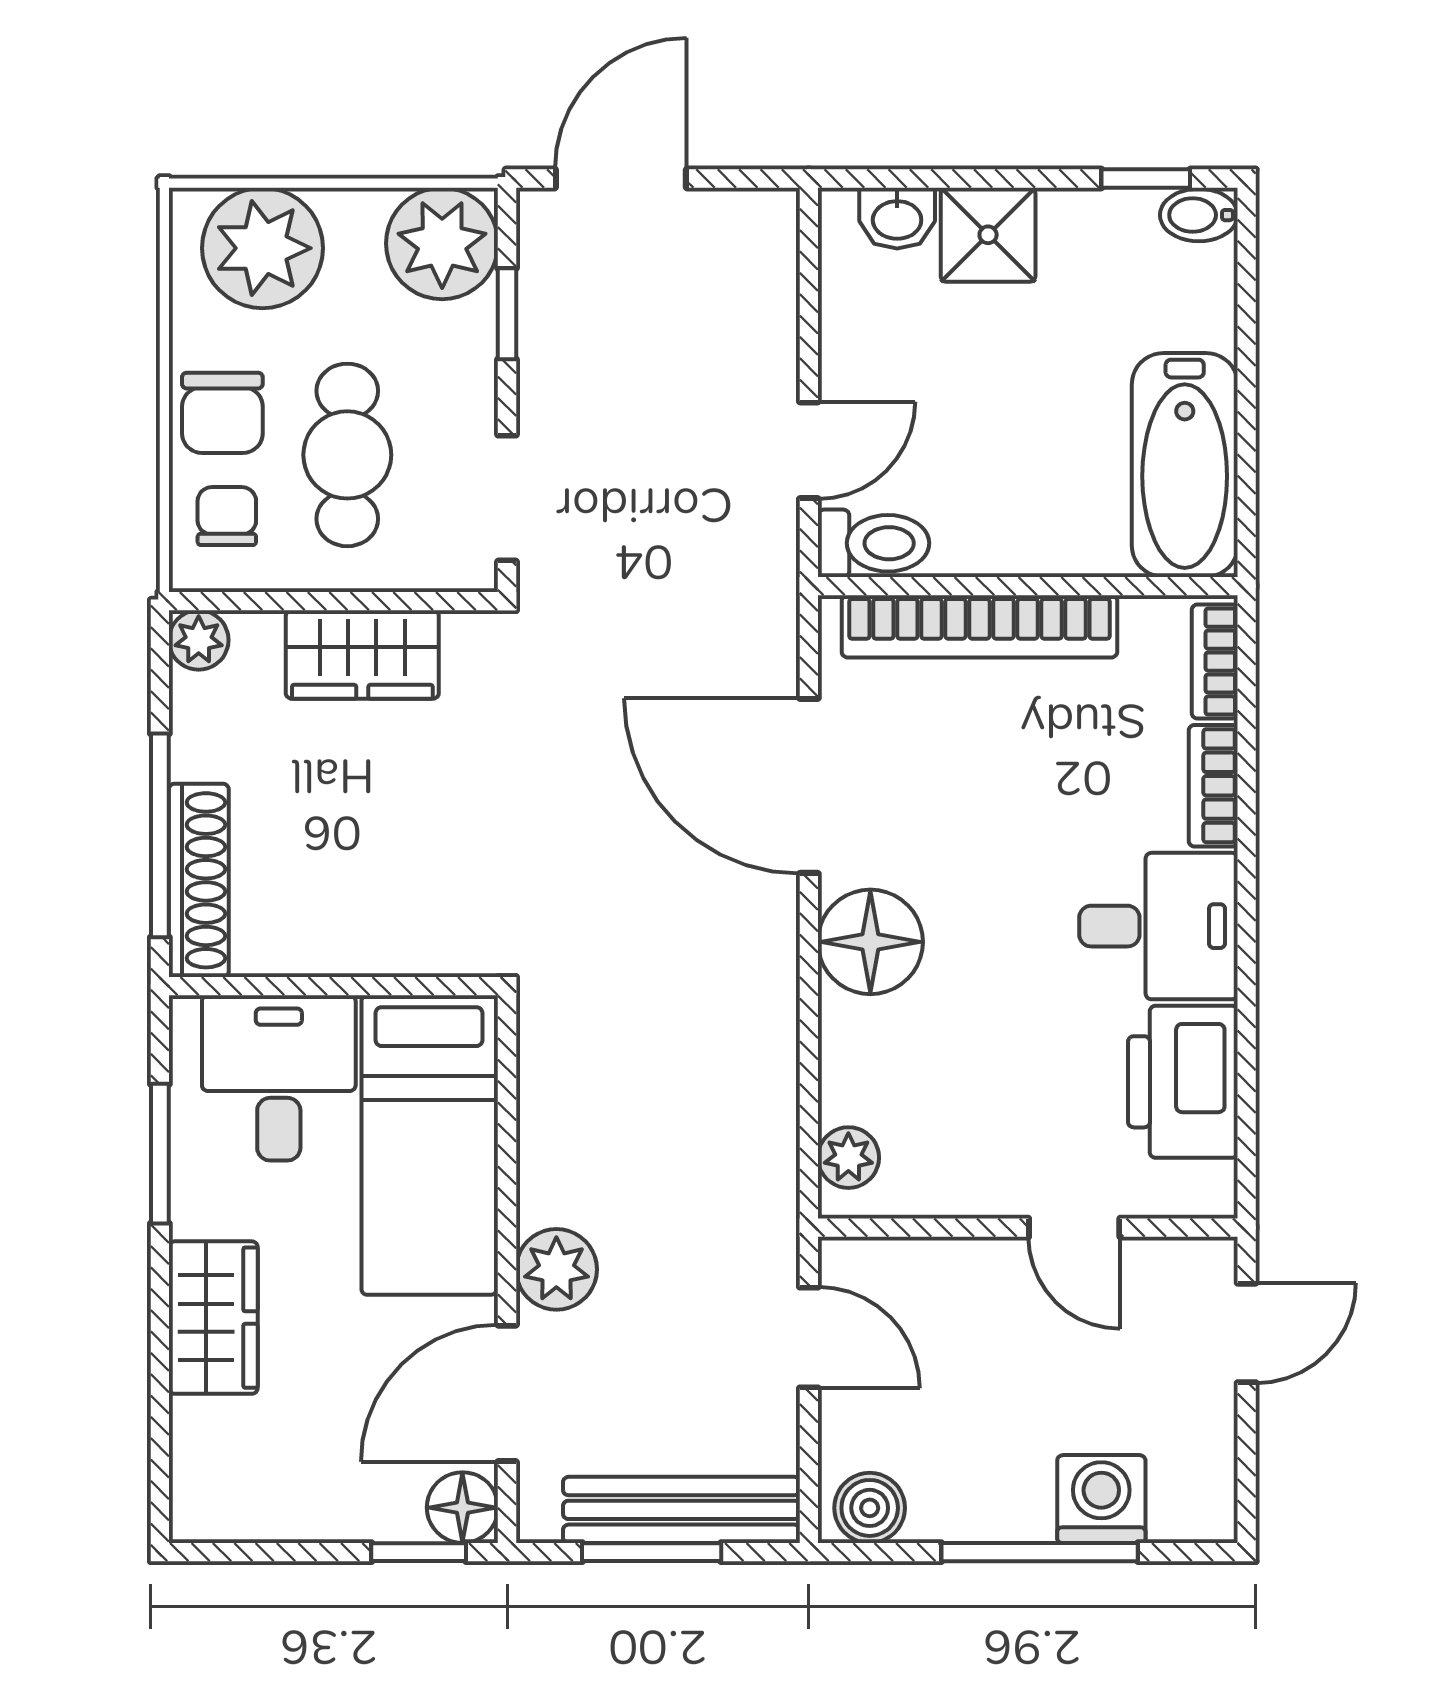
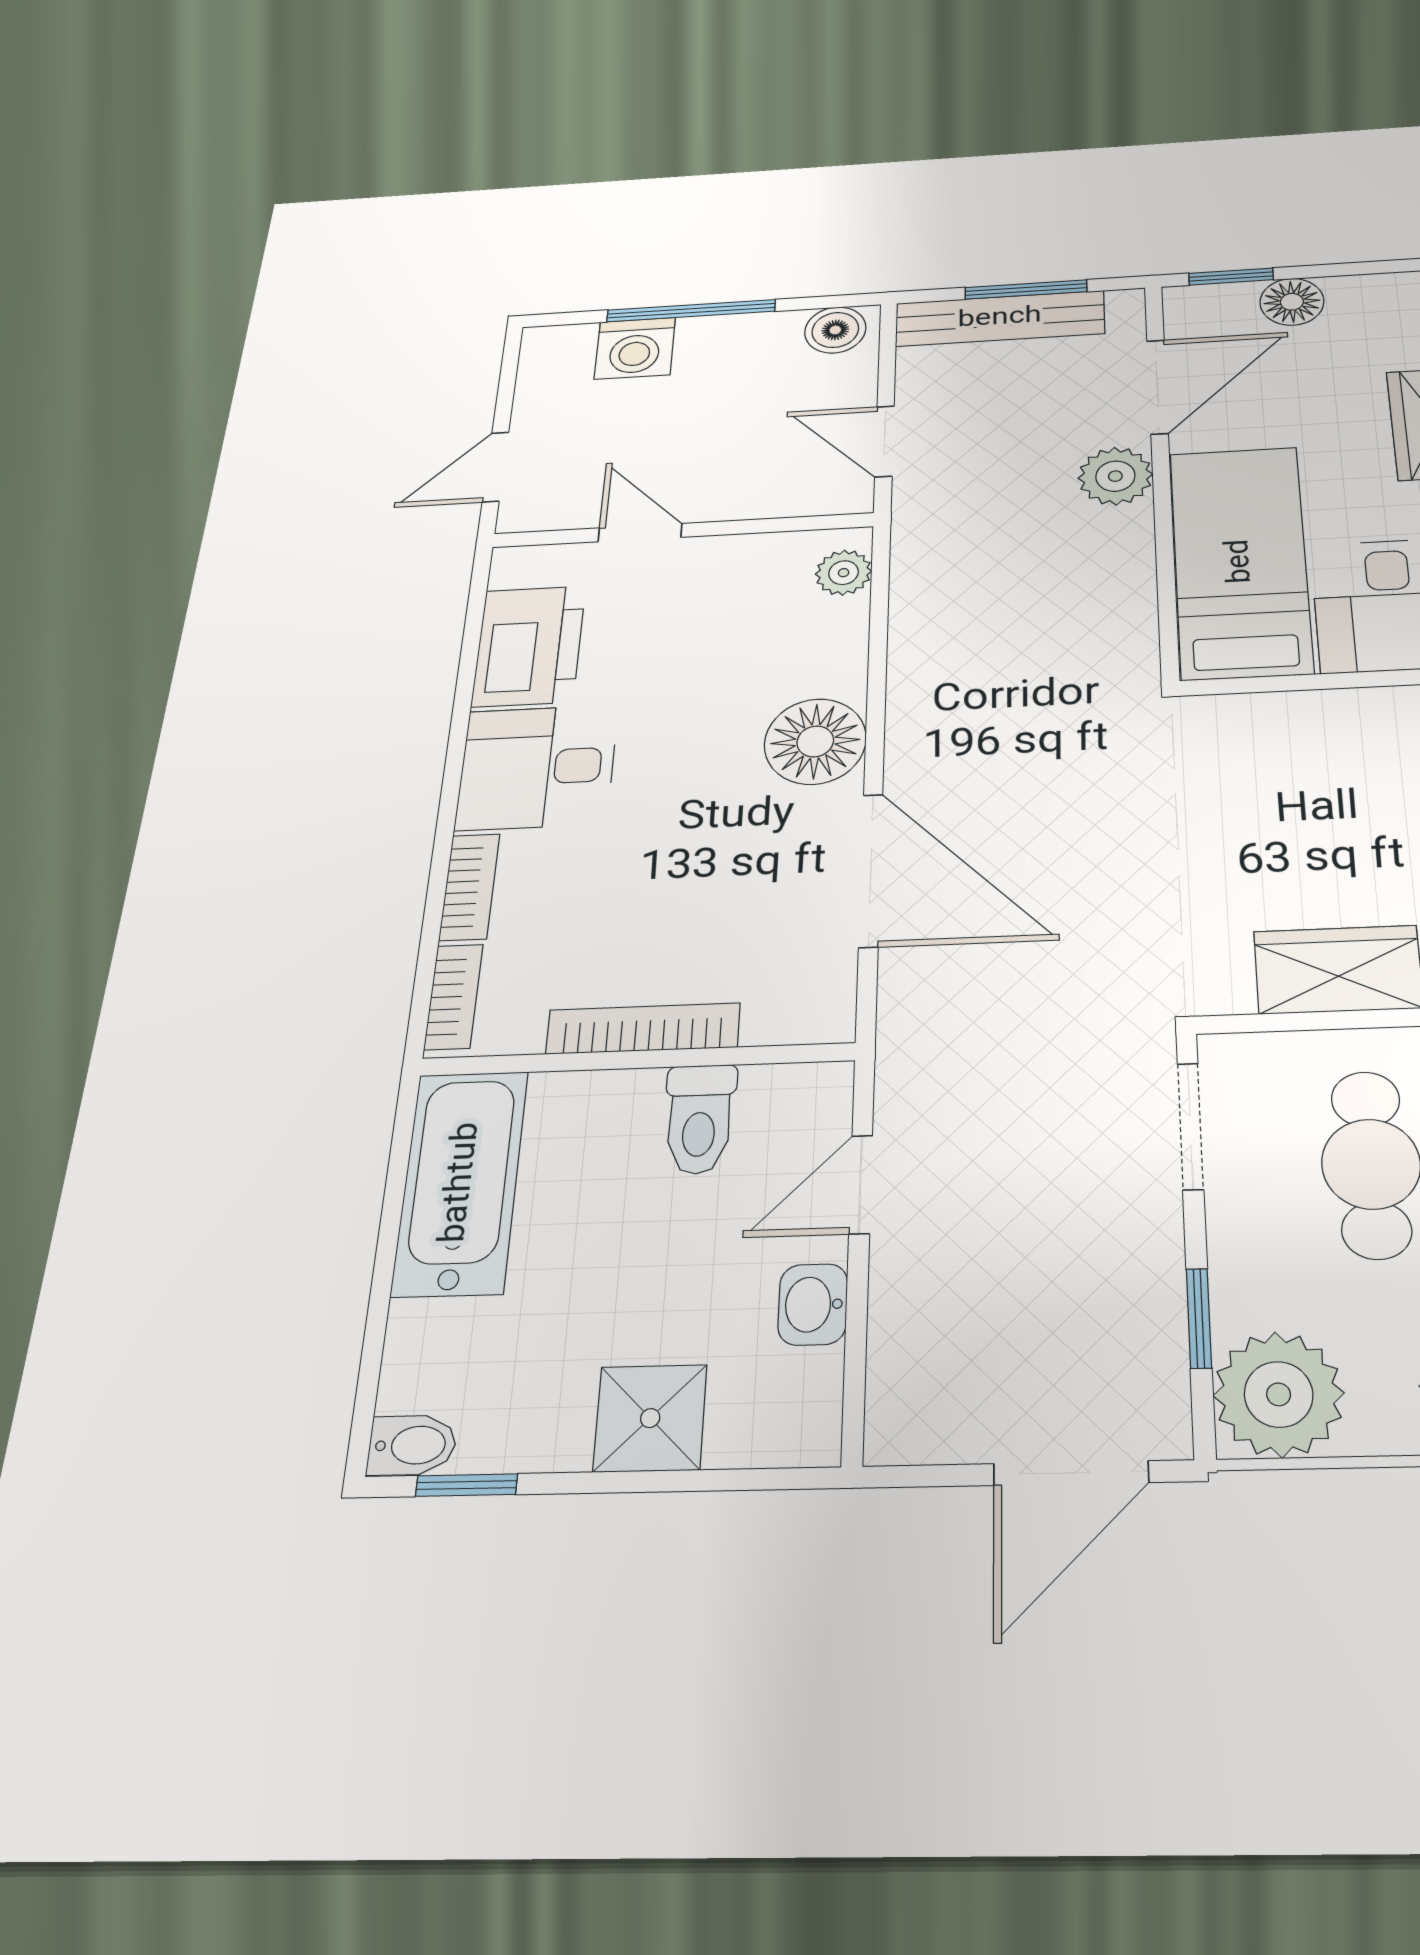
washbasin: (897, 218) -> (813, 1304), moved, turned -90
toilet: (874, 543) -> (699, 1119), moved, turned -90
bookcase: (979, 626) -> (643, 1029), width x0.68, depth x0.76
floor lamp: (462, 1508) -> (1292, 302), moved

